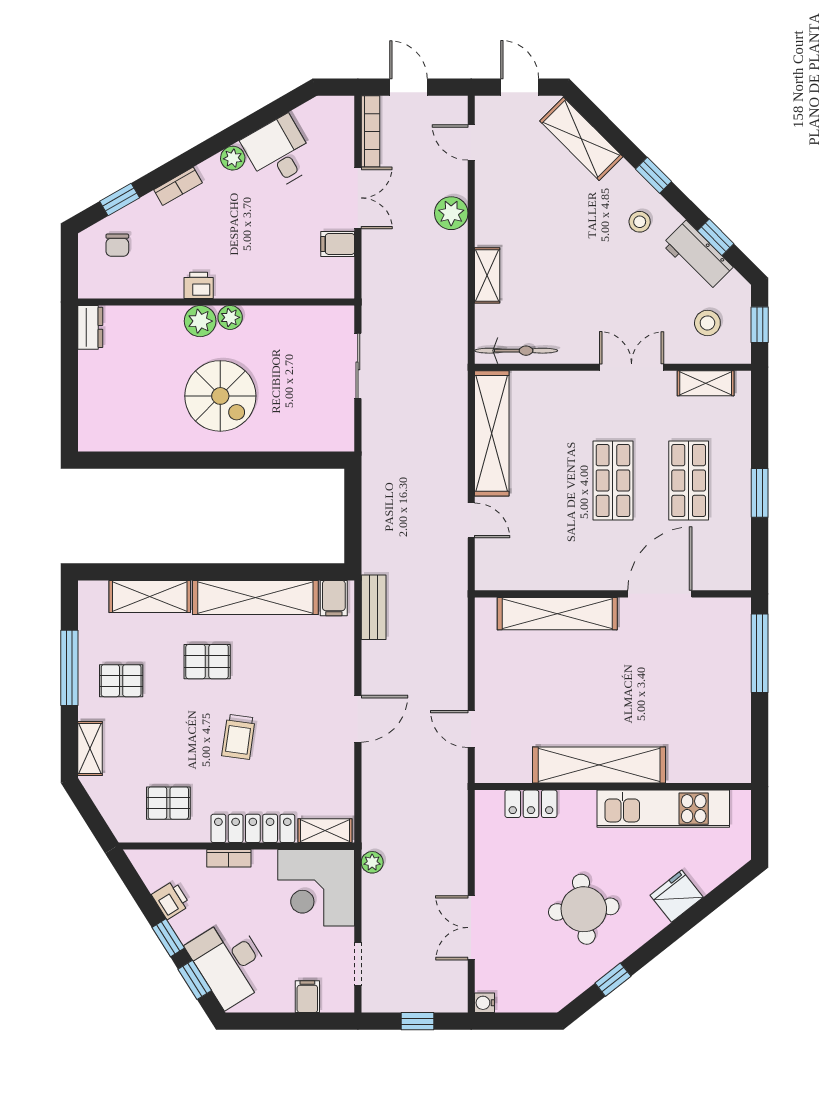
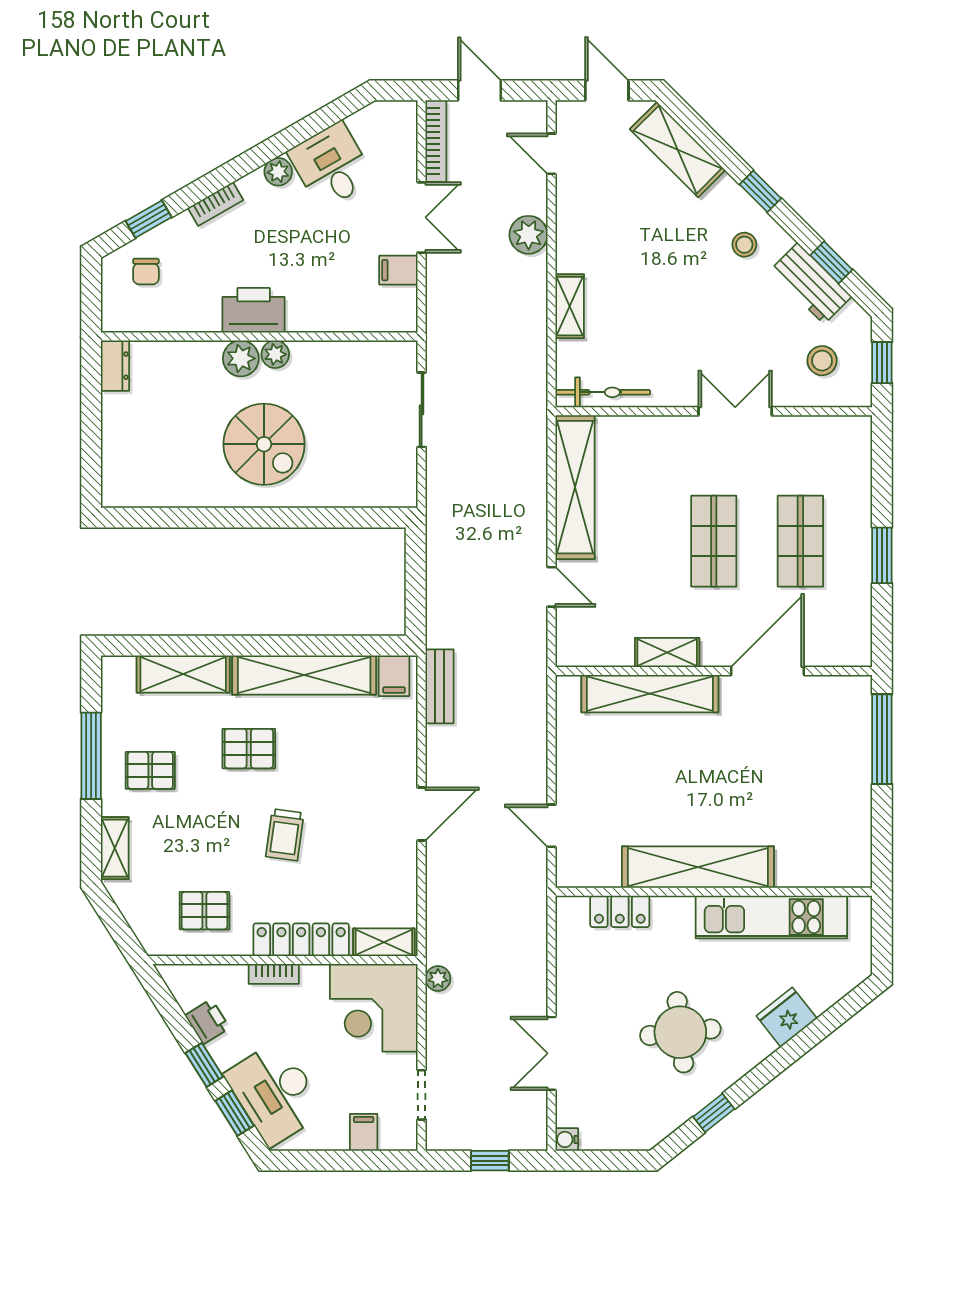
printer: (199, 285) -> (254, 310), width x1.87, depth x1.48
shelving: (706, 383) -> (667, 653), moved

